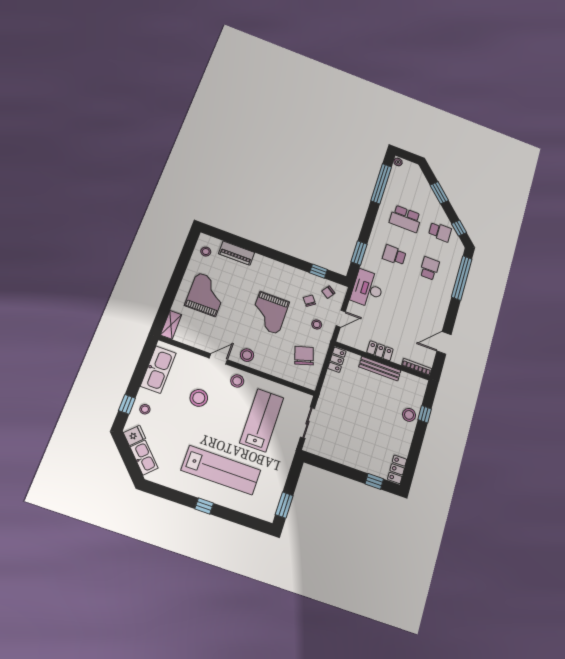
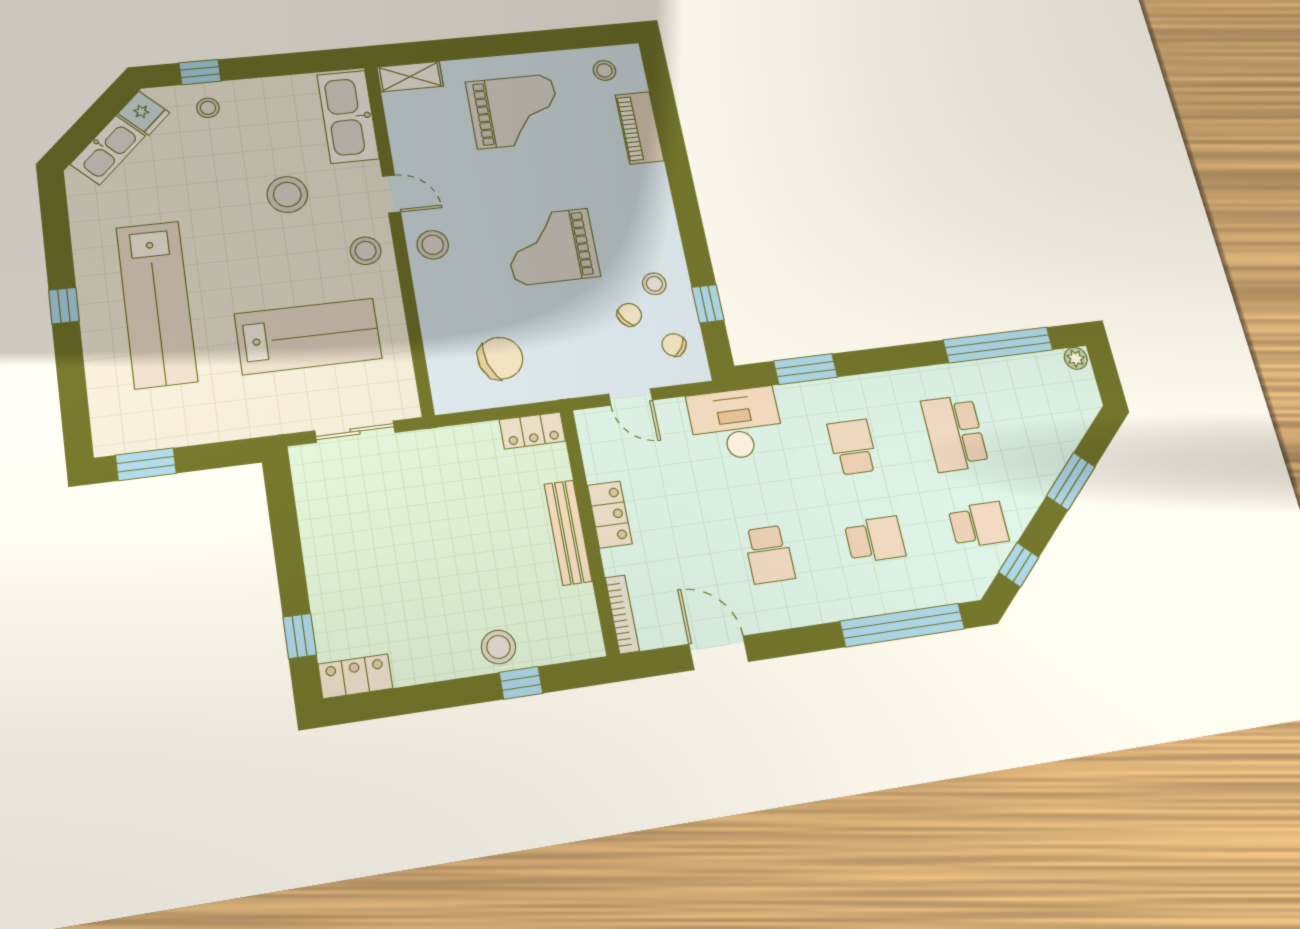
school desk: (440, 232) -> (978, 525), turned -90
school desk: (419, 306) -> (769, 555), added
stool: (317, 324) -> (654, 284), moved
kitchen sink: (158, 370) -> (348, 117), moved, turned 90

